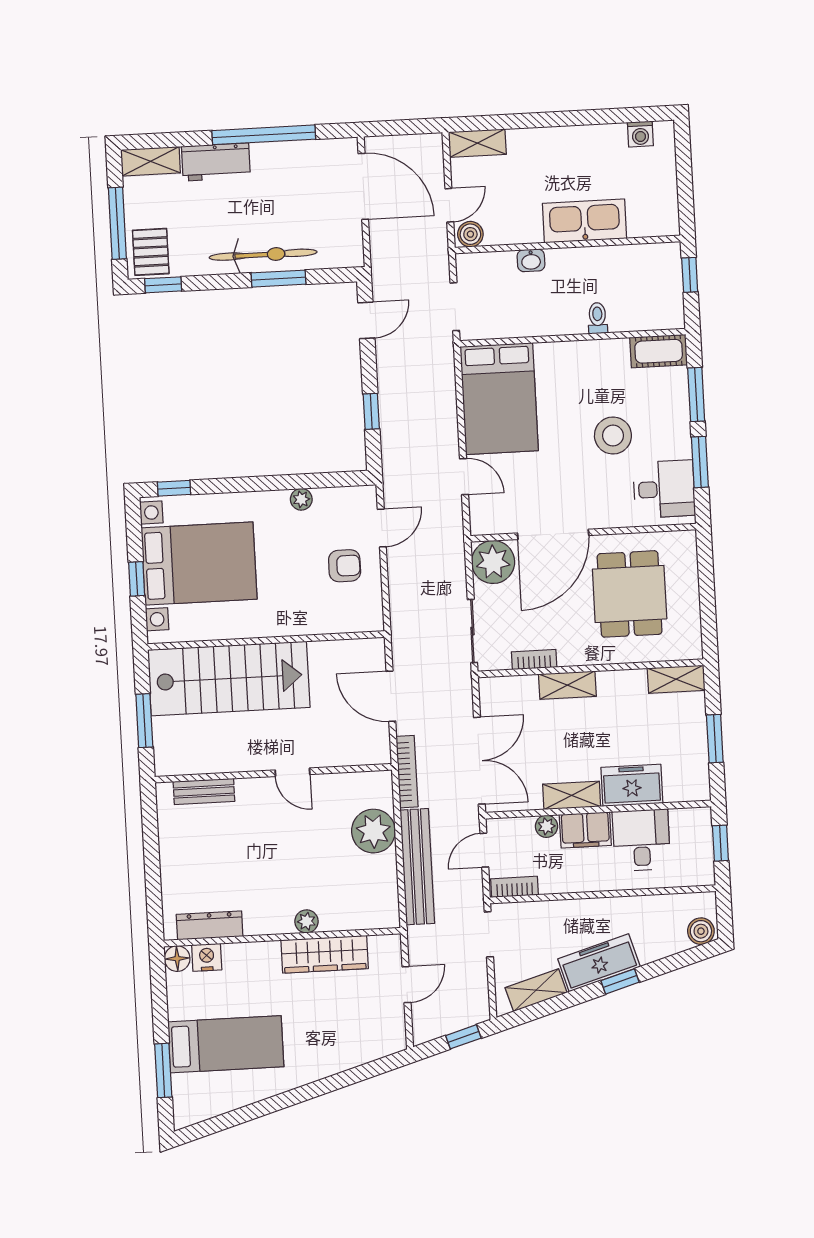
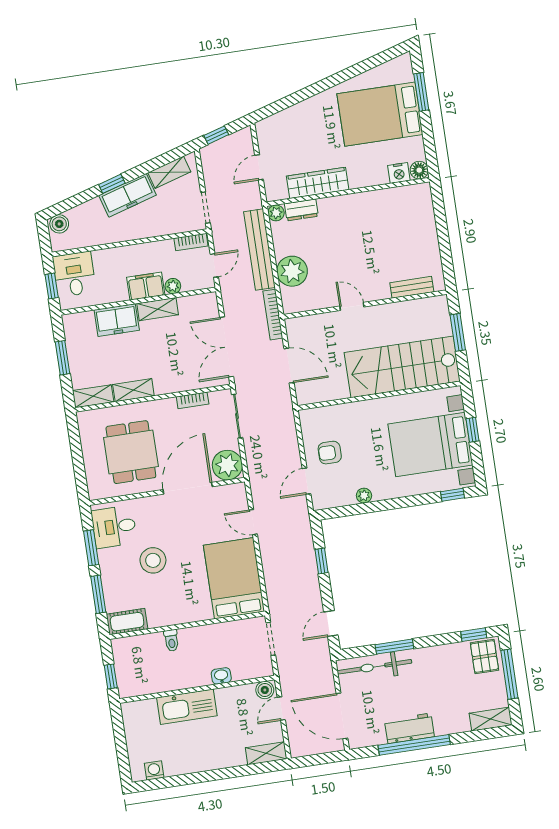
workbench: (216, 162) -> (409, 728), moved
bicycle: (263, 255) -> (374, 667), moved
shelving: (567, 685) -> (133, 390), moved
double door: (479, 761) -> (227, 347), moved
desk: (641, 840) -> (74, 274), moved, turned 180
plant: (306, 921) -> (276, 213), moved
dresser: (210, 925) -> (301, 210), moved, width x0.70
bed: (226, 1044) -> (380, 114), width x1.50

